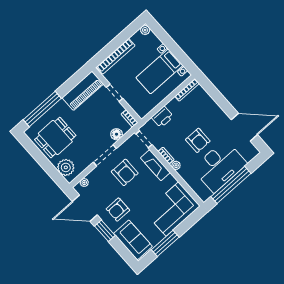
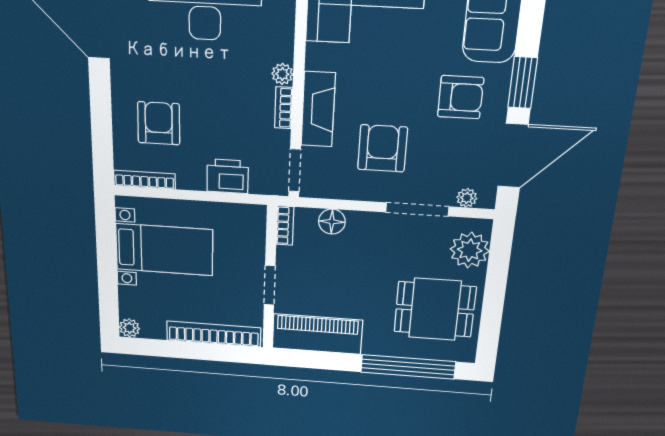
armchair: (198, 140) -> (159, 123), moved
doorway: (105, 155) -> (417, 209), moved
door: (85, 208) -> (513, 156), hinge flipped

